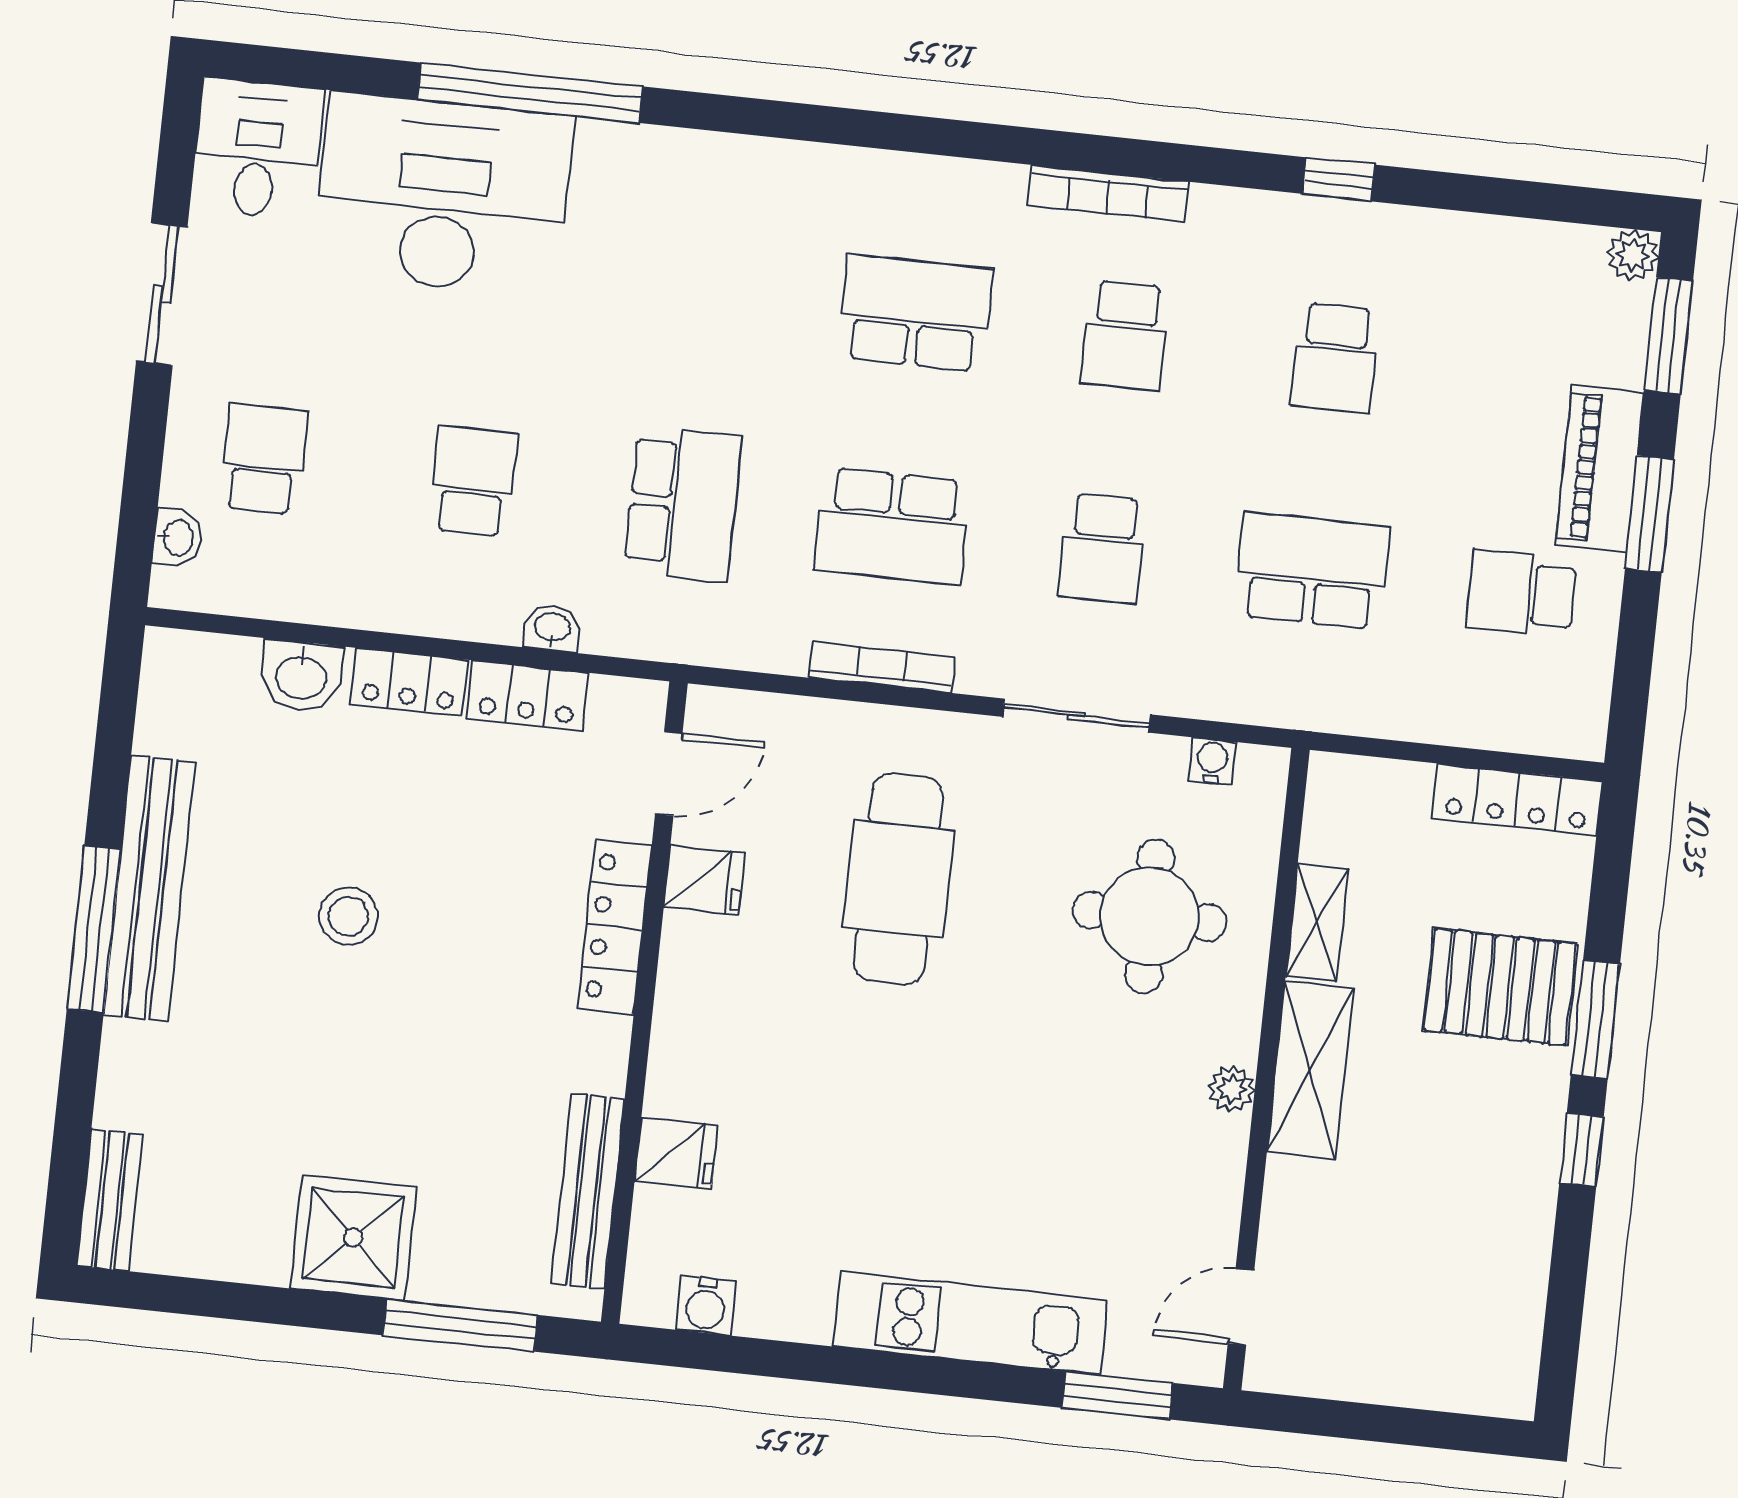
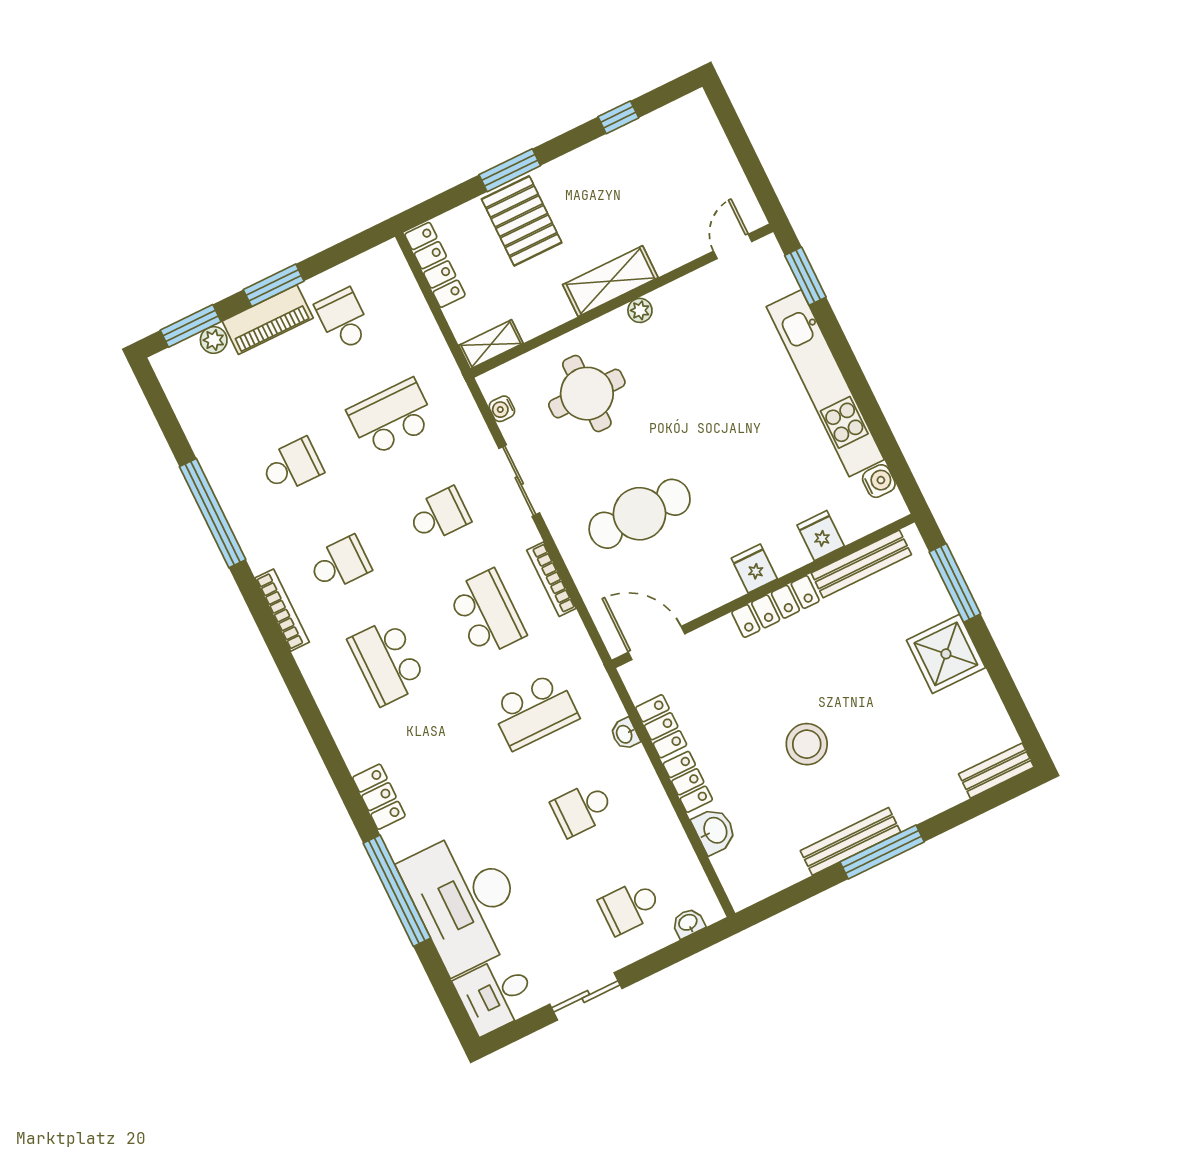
locker: (702, 160) -> (379, 797), added
window: (1339, 179) -> (213, 513), width x3.17
plant: (1633, 255) -> (214, 340), moved
school desk: (683, 504) -> (535, 711), turned 180
school desk: (1312, 571) -> (391, 417), turned 90
school desk: (1522, 593) -> (344, 319), turned 180
door: (669, 774) -> (657, 643), width x1.38
fridge: (704, 880) -> (754, 568), moved
bench: (149, 888) -> (851, 841), width x0.73, depth x0.82
stool: (348, 916) -> (807, 744), width x1.38, depth x1.38
shelving: (1317, 922) -> (491, 344), moved
locker: (615, 927) -> (776, 607), moved
window: (1581, 1150) -> (618, 117), moved
door: (1241, 1307) -> (733, 246), swing flipped
kitchen unit: (970, 1323) -> (825, 383), width x1.36

